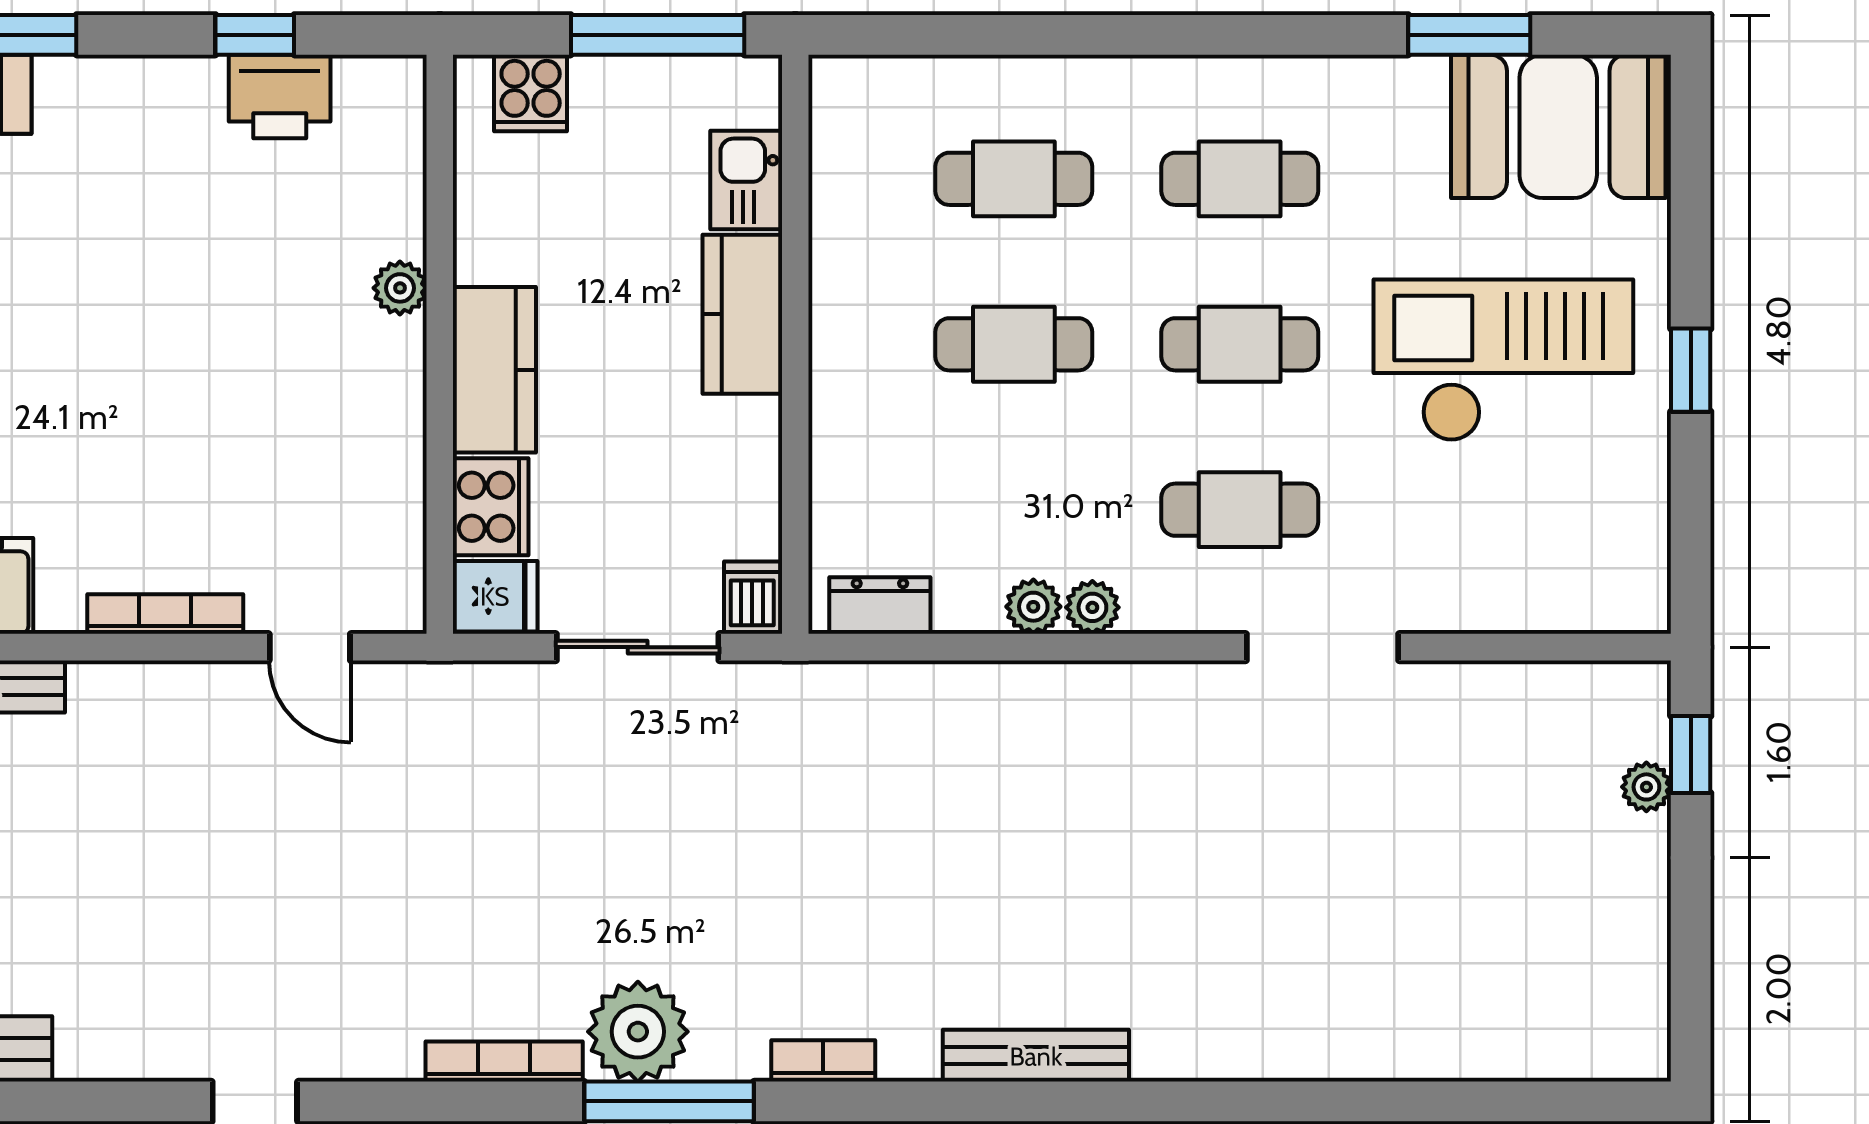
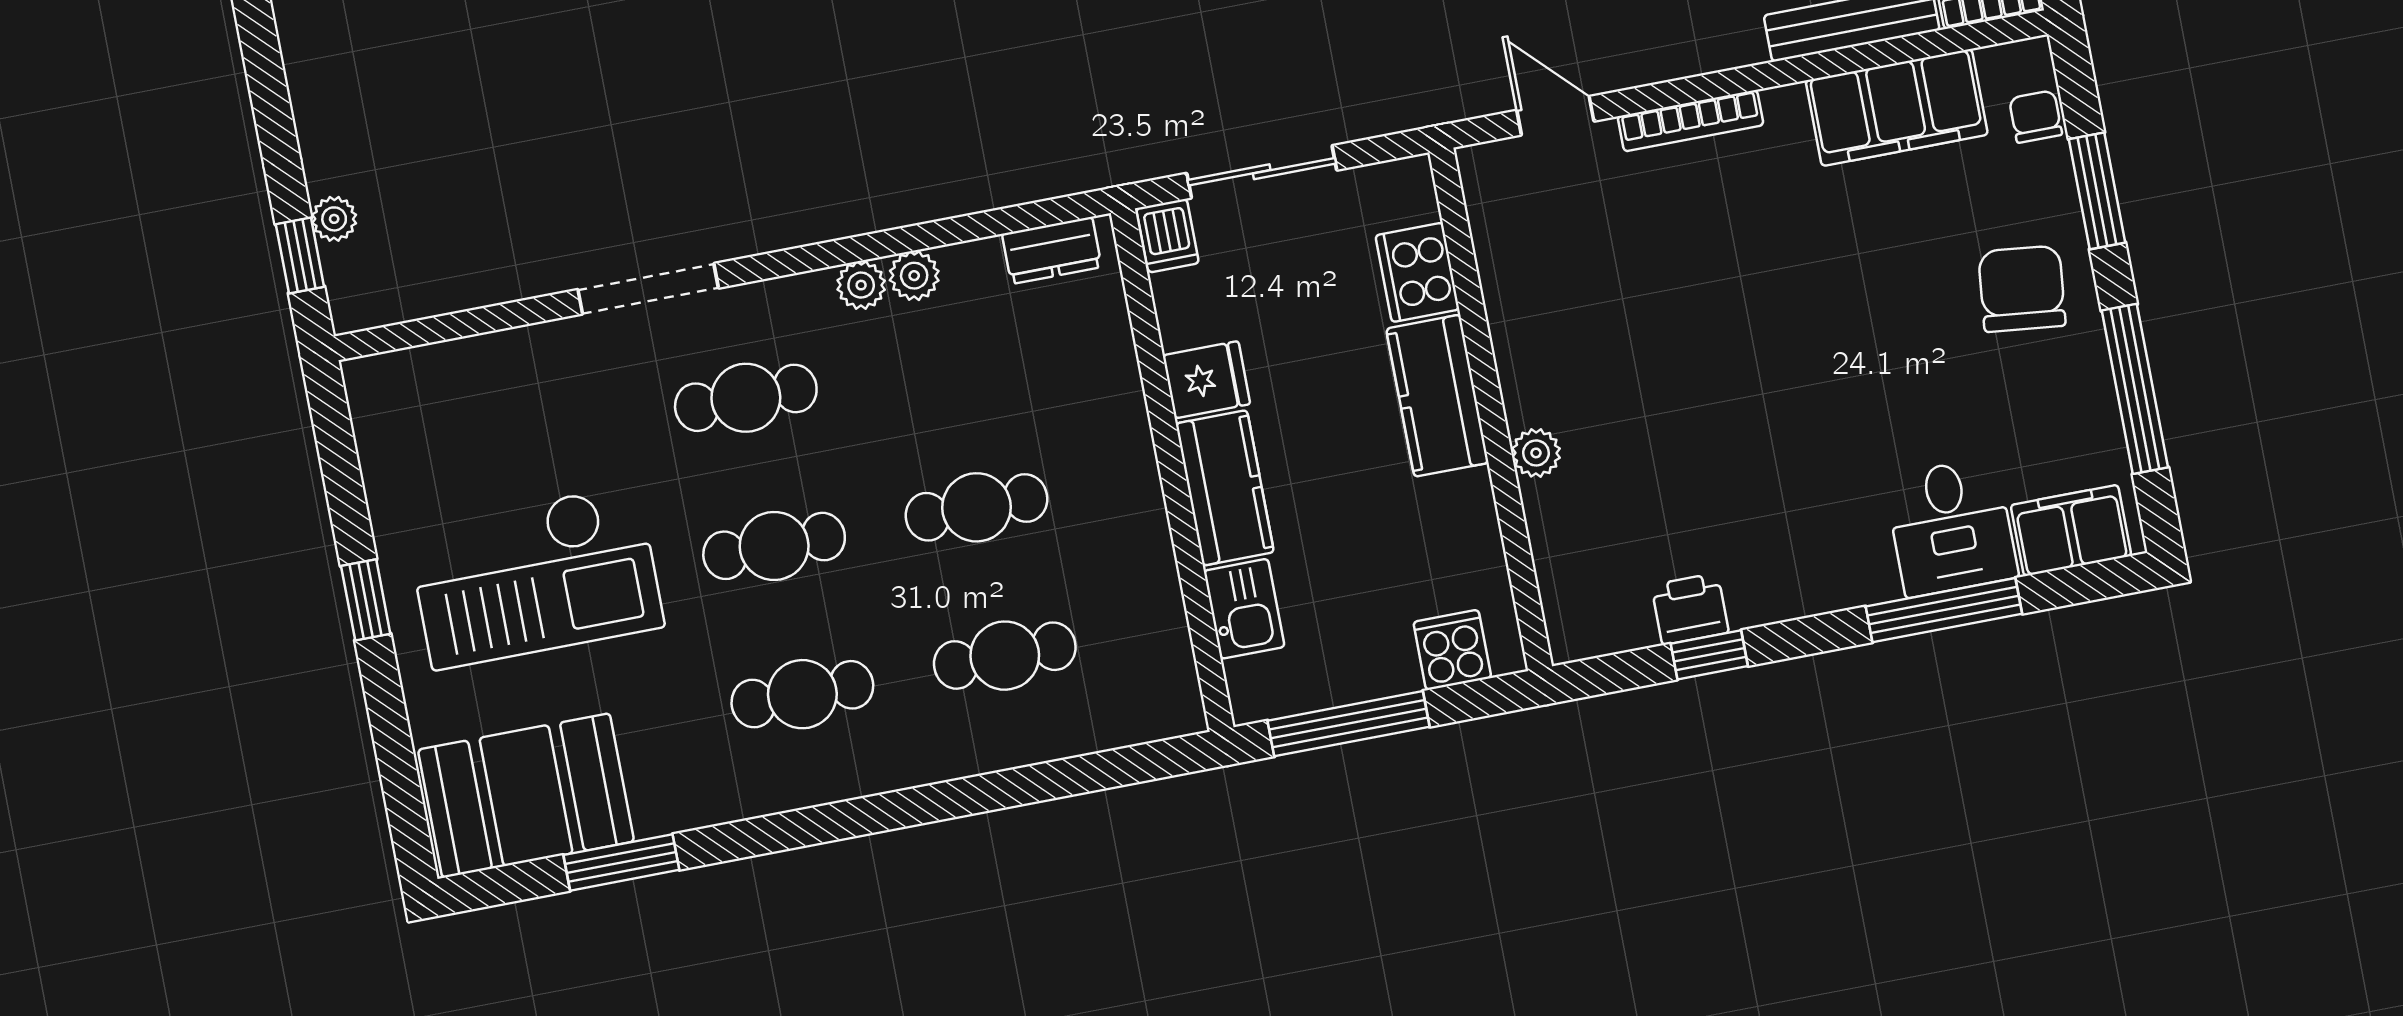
printer: (280, 96) -> (1690, 609), width x0.73, depth x0.81
fridge: (495, 596) -> (1206, 380), moved, turned 180

